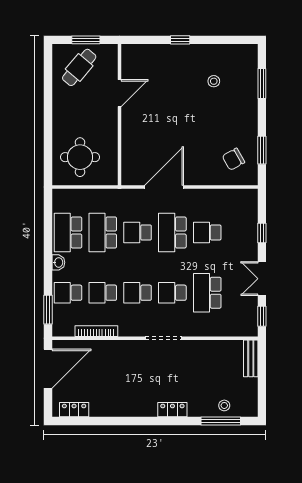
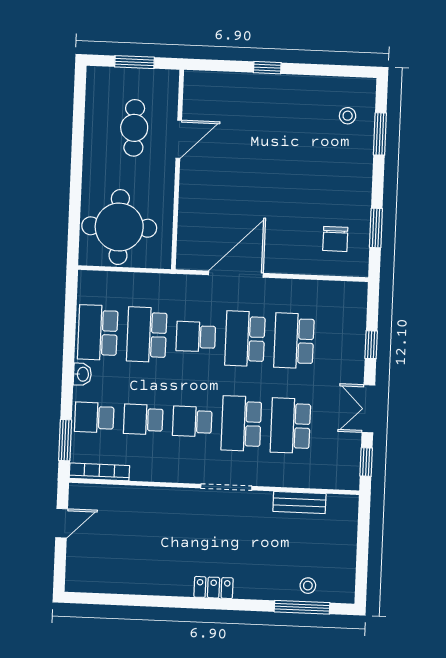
cafe table: (79, 67) -> (134, 128), moved, turned -40
stool: (214, 81) -> (348, 116), moved
round table: (80, 157) -> (119, 227), width x1.36, depth x1.36
chair: (233, 159) -> (335, 239), turned -61
school desk: (207, 232) -> (294, 341), width x1.85
school desk: (172, 293) -> (241, 424), width x1.85
bookcase: (96, 331) -> (99, 472), moved
bench: (251, 358) -> (299, 502), moved, turned 90
door: (48, 369) -> (62, 523), width x0.53
locker: (74, 410) -> (96, 583), removed
locker: (172, 410) -> (213, 588), moved

